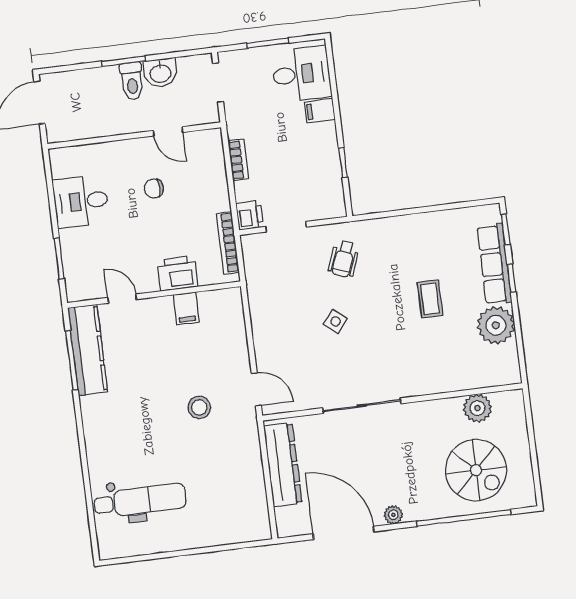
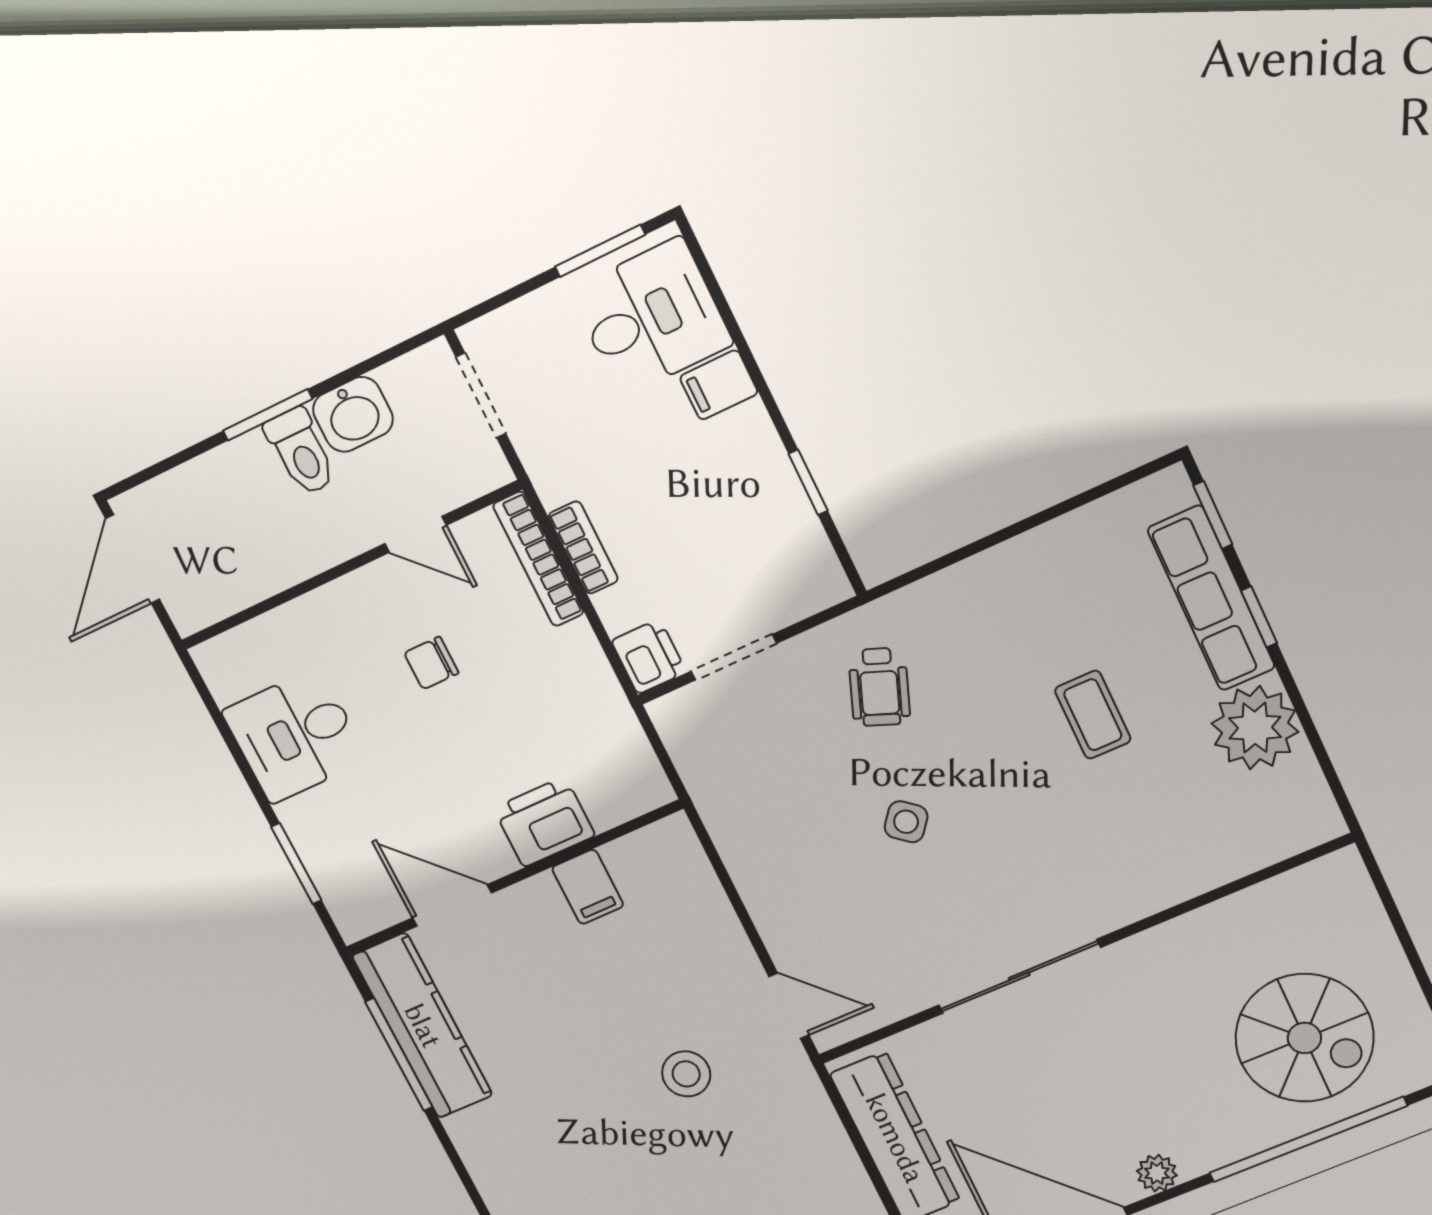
window: (268, 43) -> (600, 251), moved
bookcase: (228, 243) -> (538, 559), moved
door: (122, 299) -> (452, 905), width x1.38
plant: (477, 408) -> (1268, 912), removed

